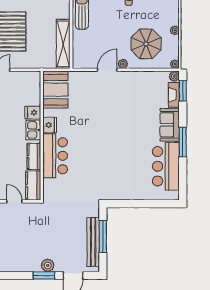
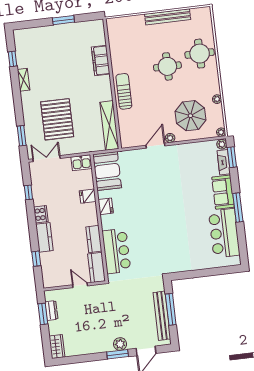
kitchen sink: (33, 130) -> (81, 163), moved, turned -90
bar counter: (55, 156) -> (116, 251), moved

